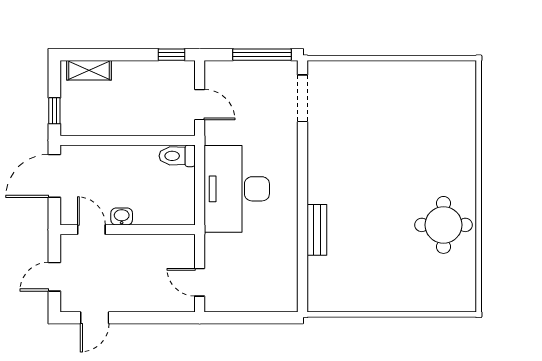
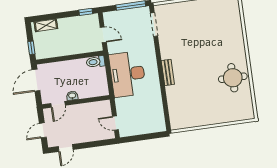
door: (91, 230) -> (58, 104), swing flipped
bench: (317, 230) -> (168, 72), moved

